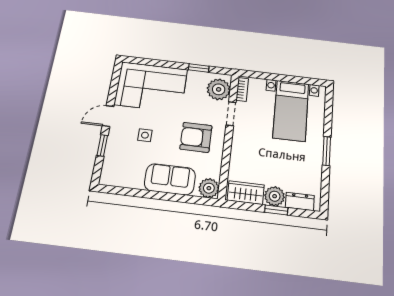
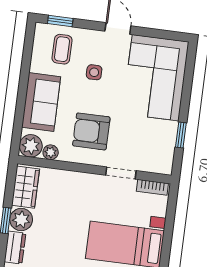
plant: (219, 89) -> (51, 152), moved, width x0.53, depth x0.53
armchair: (196, 137) -> (91, 131), turned -90
window: (102, 145) -> (60, 21), moved
coffee table: (124, 162) -> (62, 49), added

